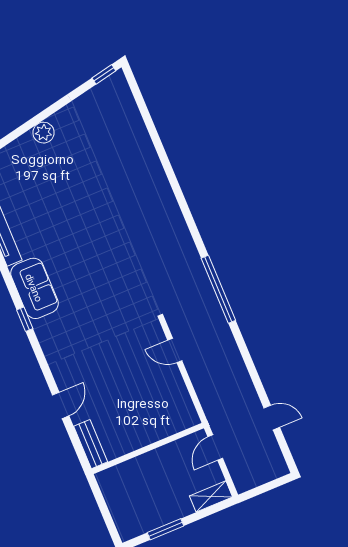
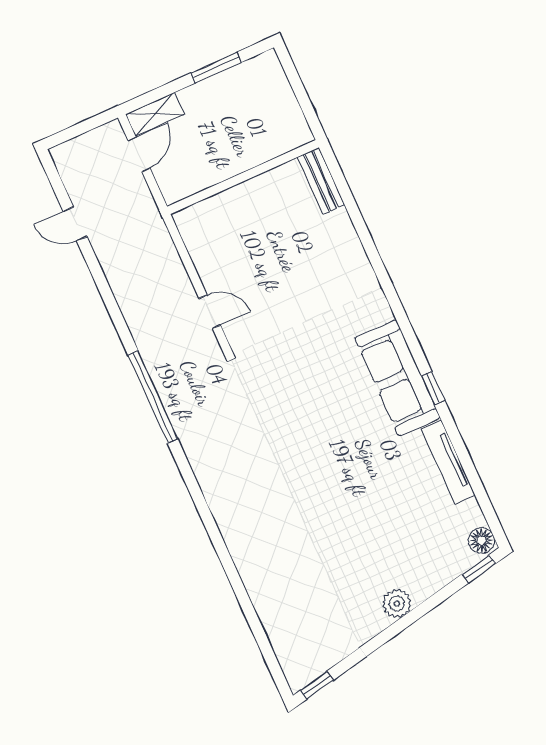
sofa: (34, 288) -> (397, 378), width x1.36
window: (25, 319) -> (433, 388), moved
door: (61, 405) -> (363, 232), removed
door: (215, 448) -> (139, 154), moved

